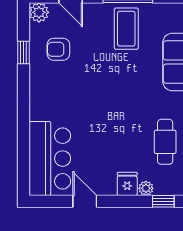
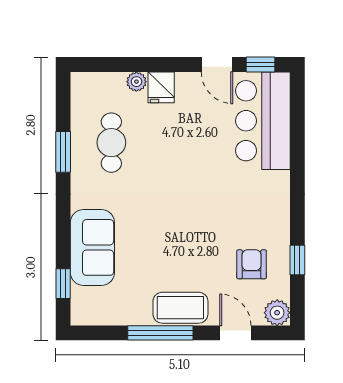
coffee table: (126, 29) -> (180, 308), moved, turned 90
armchair: (58, 49) -> (252, 264), turned -90
window: (163, 201) -> (261, 64), moved

